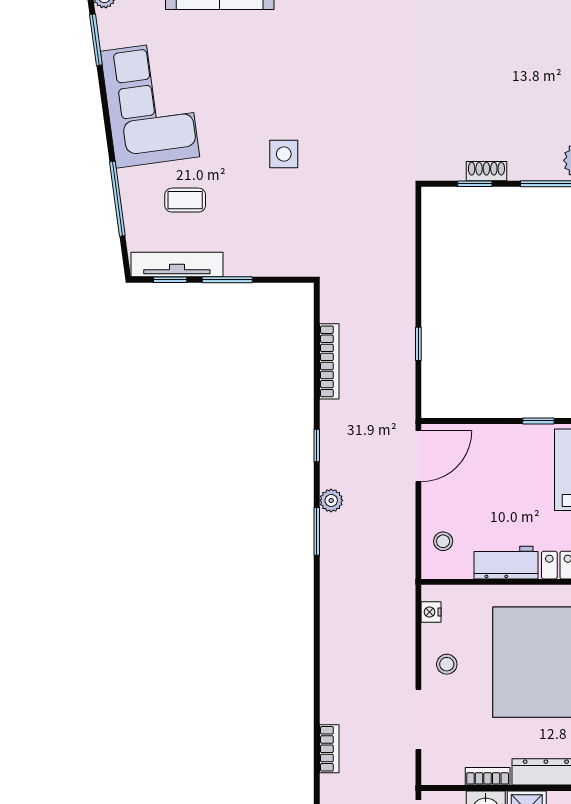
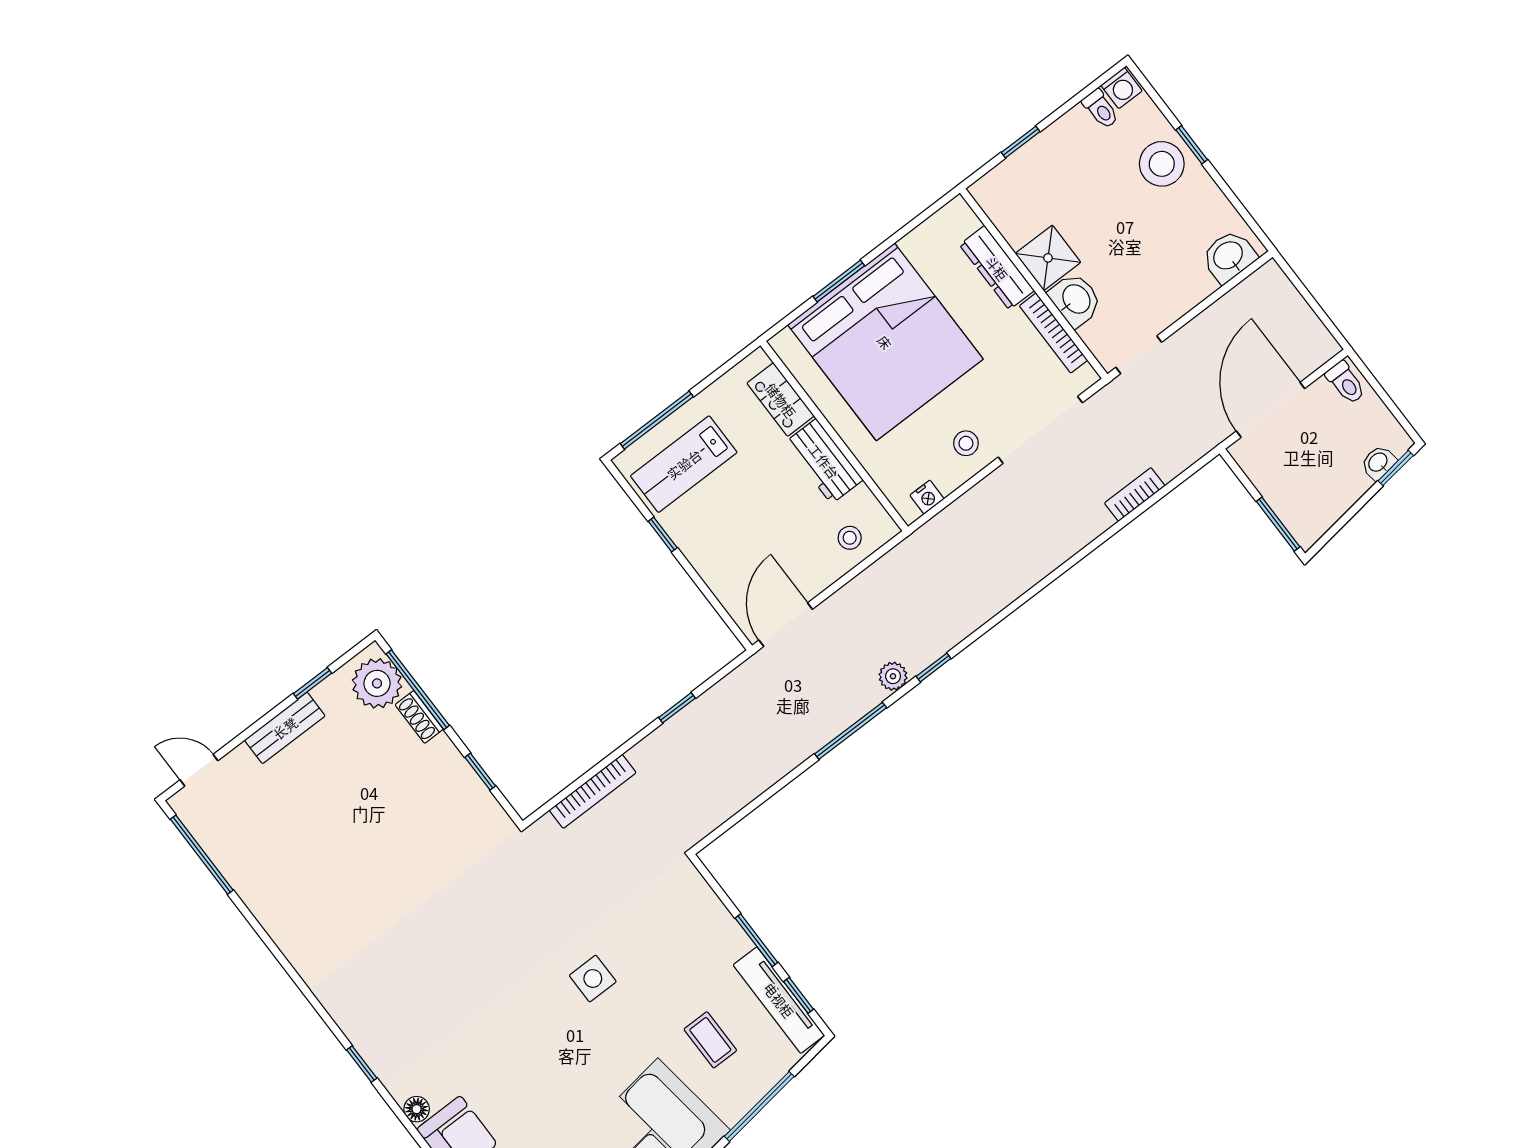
shoe rack: (486, 171) -> (419, 717), moved
bookcase: (329, 361) -> (593, 791), moved, turned 180
window: (317, 446) -> (851, 731), width x2.17
door: (418, 456) -> (786, 625), hinge flipped
window: (317, 531) -> (934, 667), width x0.67
doorway: (418, 719) -> (1040, 430), width x1.36
bookcase: (488, 776) -> (1053, 333), width x1.56

